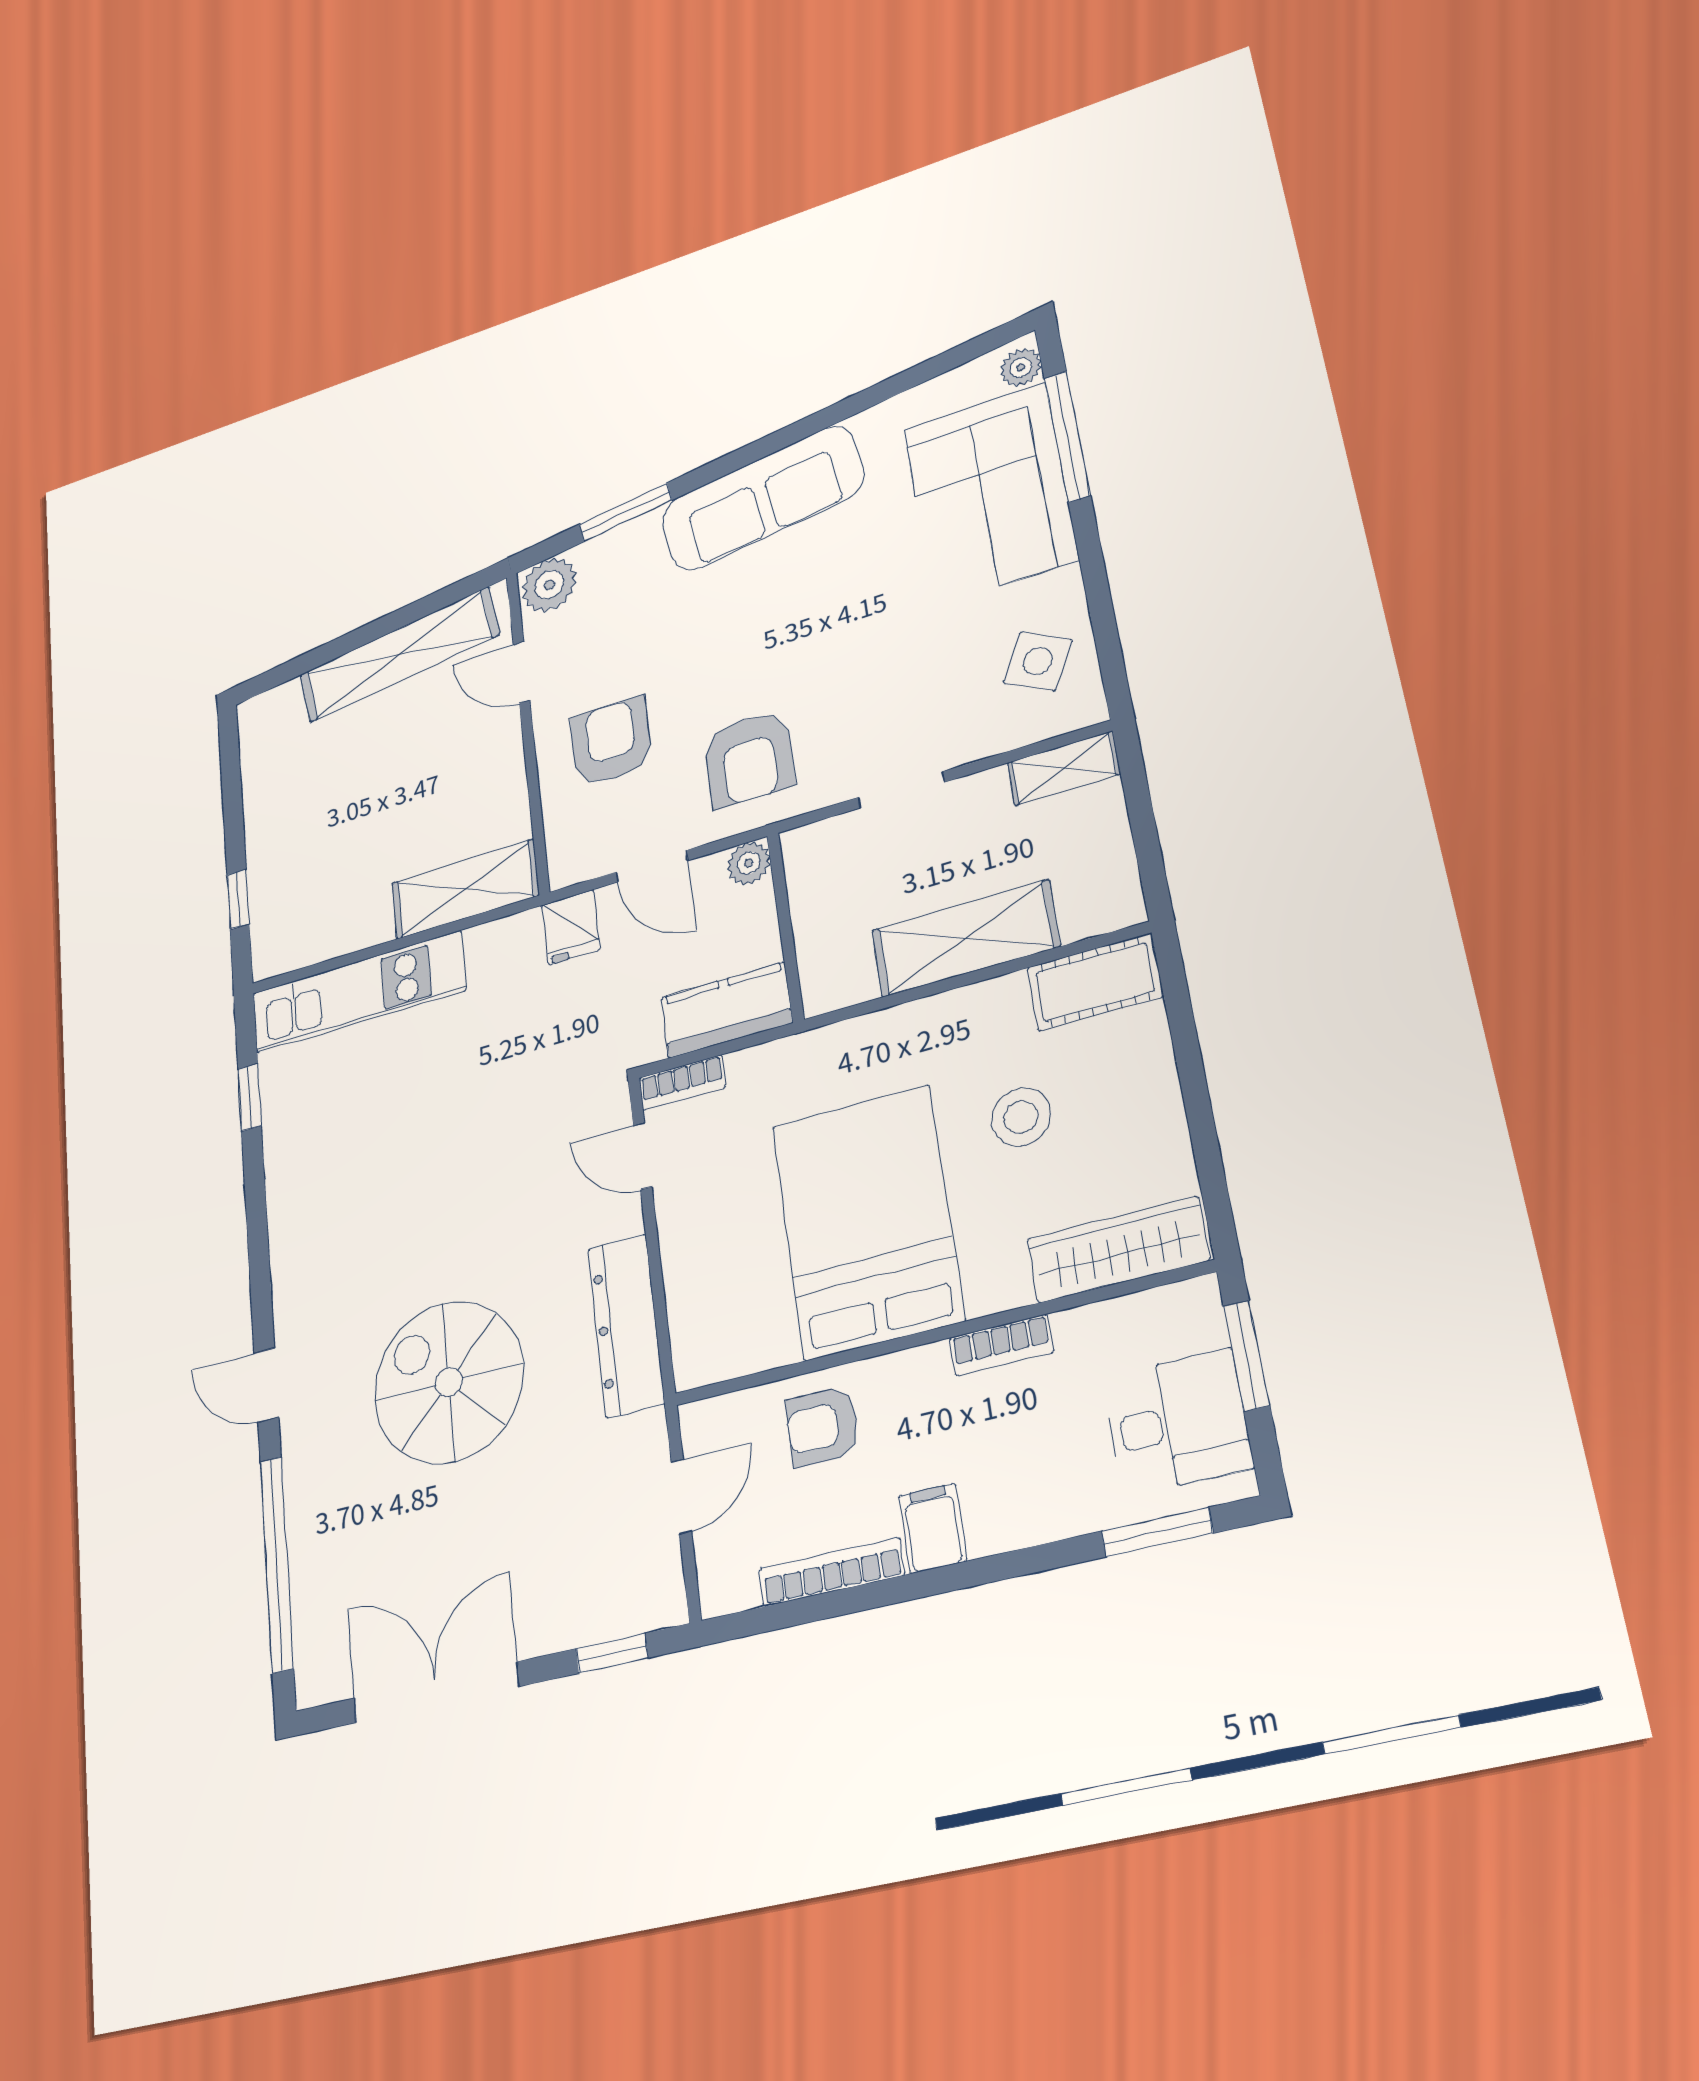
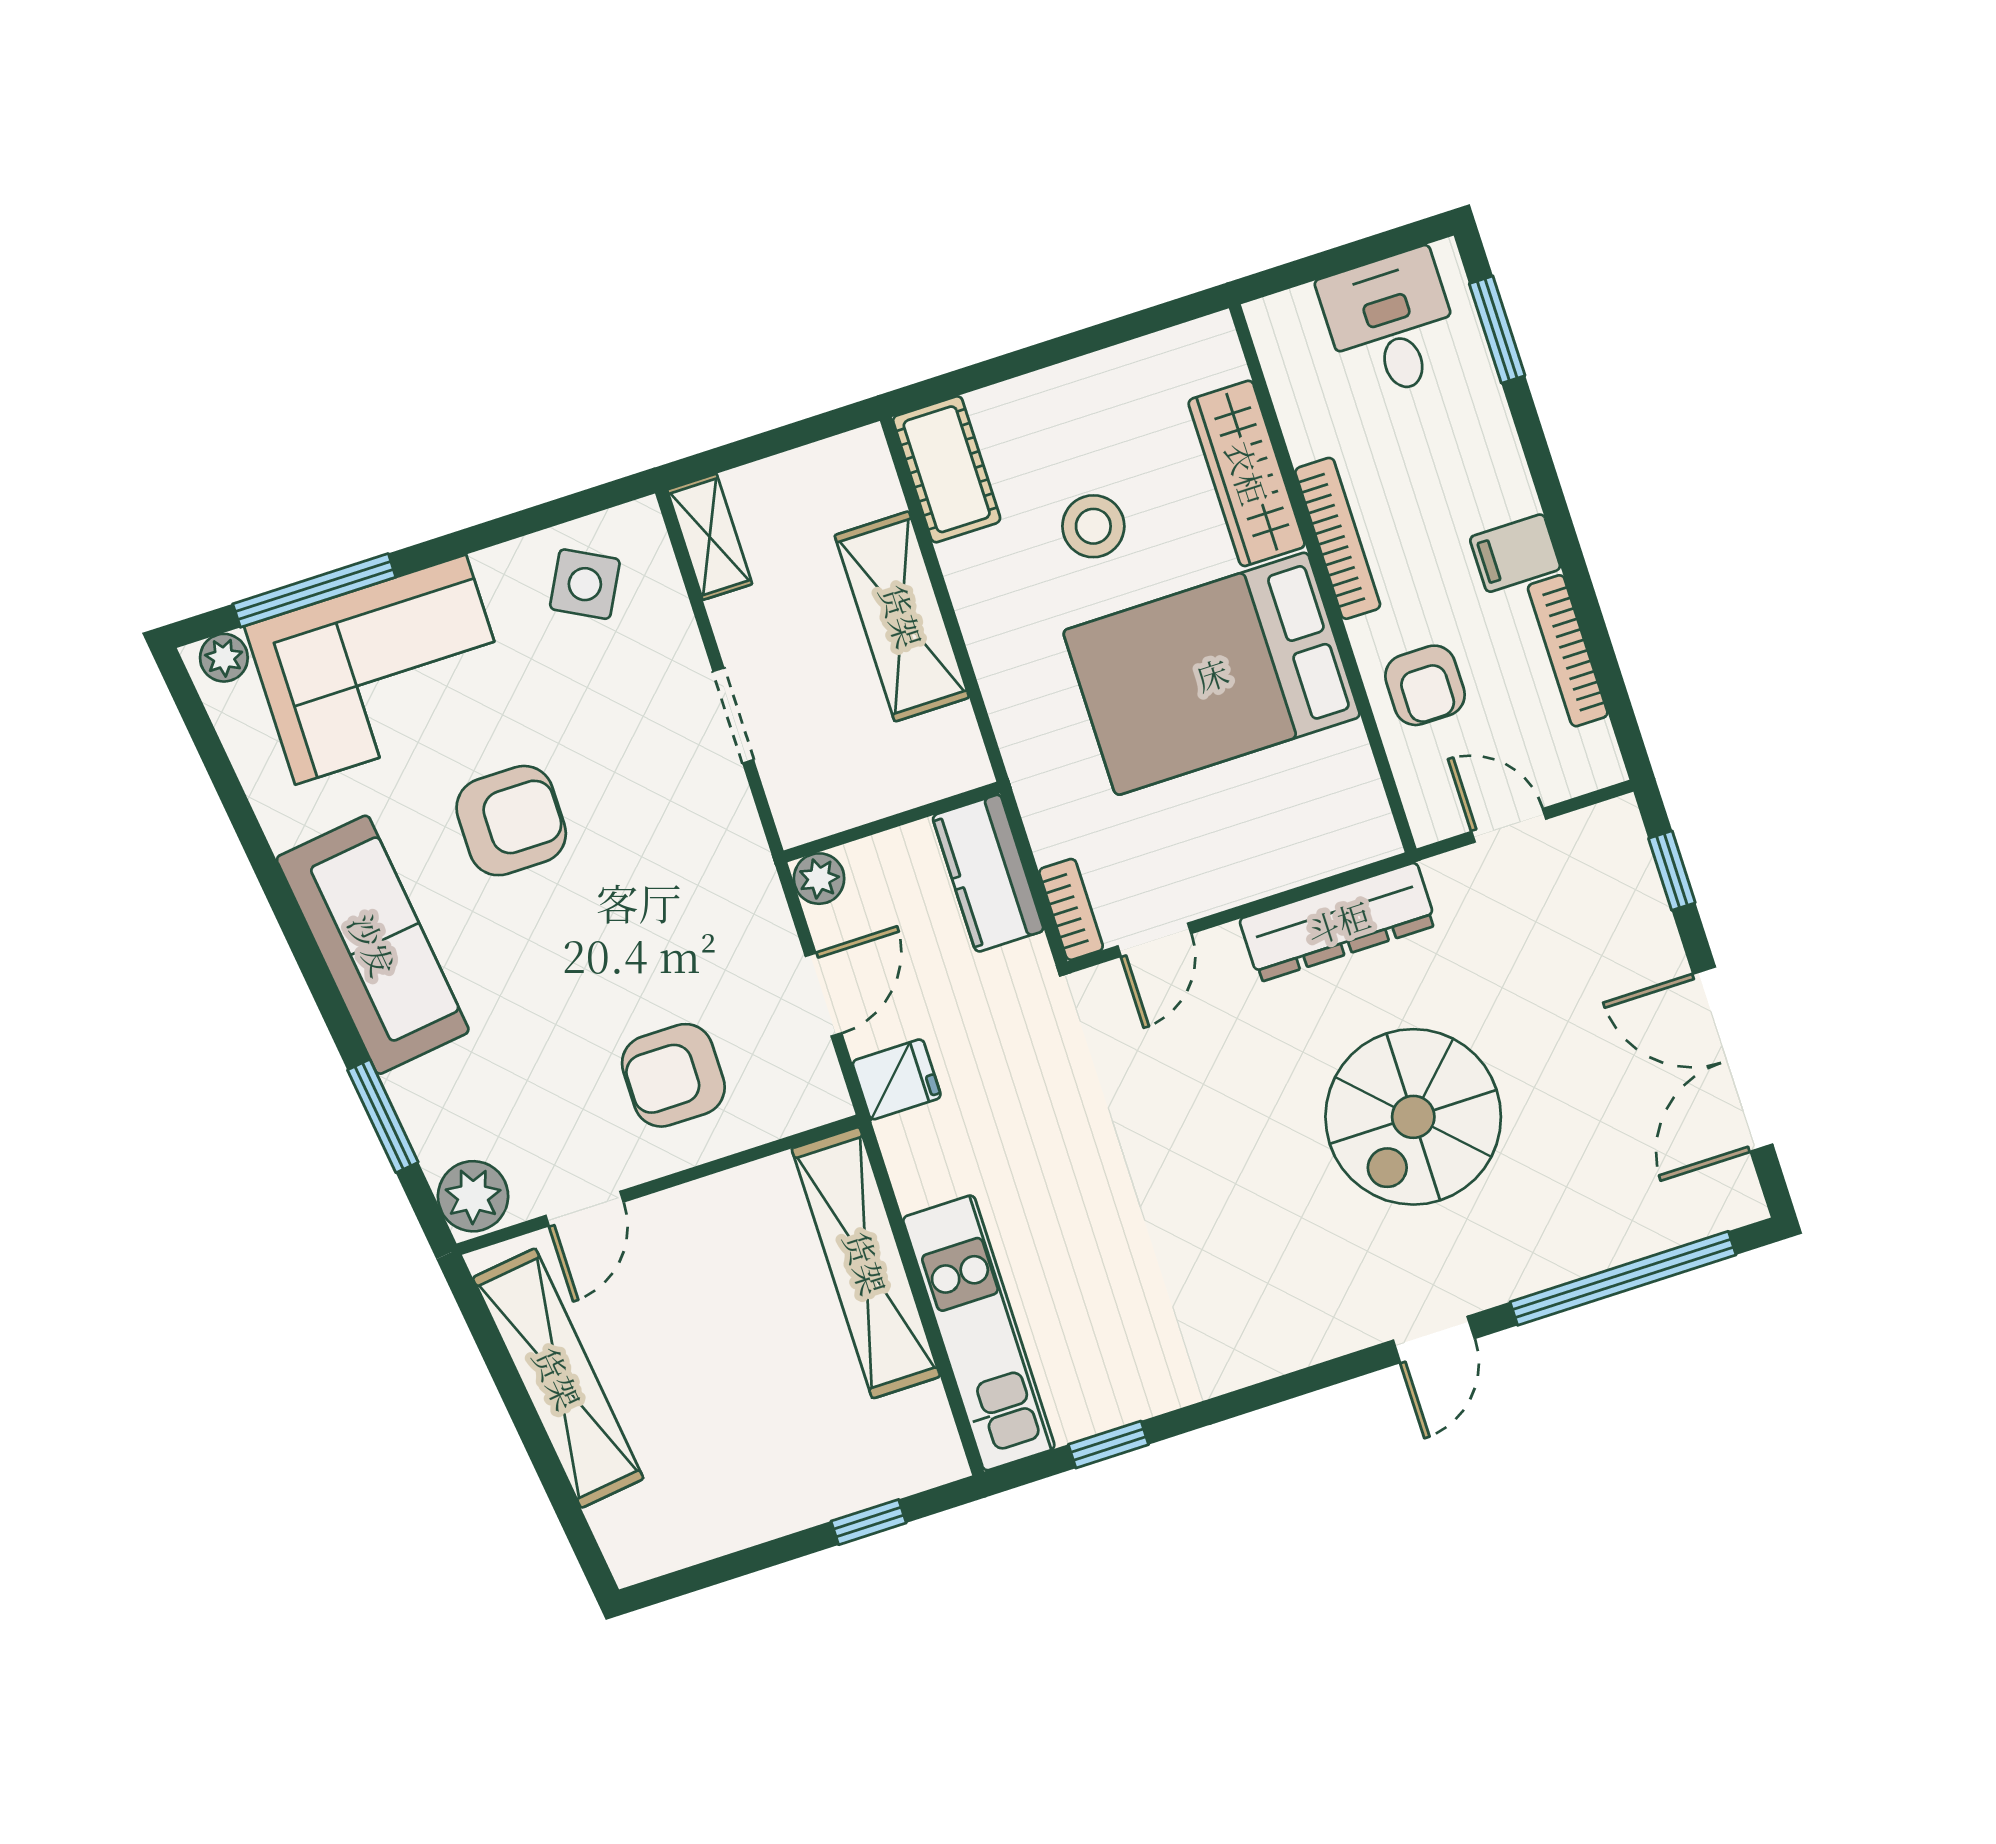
armchair: (749, 759) -> (511, 821), moved
shelving: (465, 889) -> (866, 1263), width x1.47
wardrobe: (1118, 1250) -> (1247, 473), moved
bookcase: (1001, 1345) -> (1338, 538), width x1.56
window: (1246, 1356) -> (1321, 265), removed

